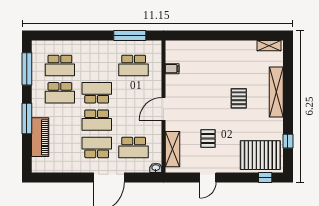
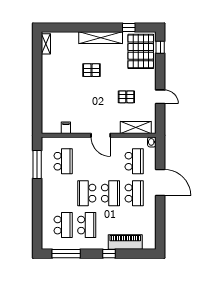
shelving: (276, 92) -> (101, 38), moved
window: (27, 118) -> (109, 254), width x0.46
school desk: (97, 147) -> (134, 193), turned 180

